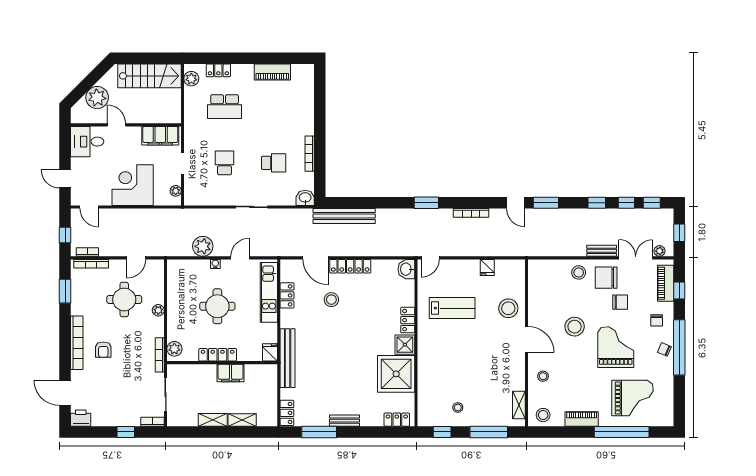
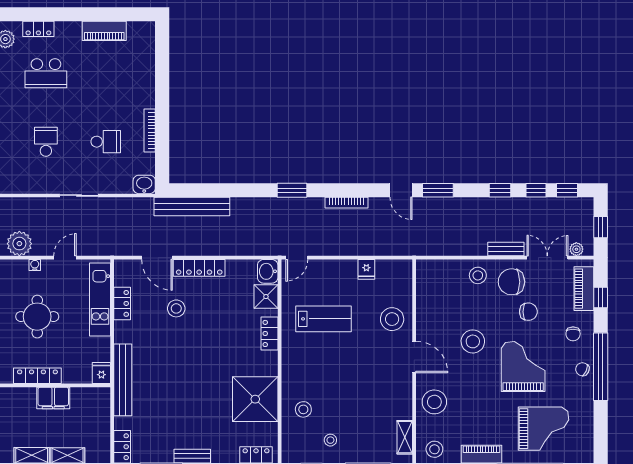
shower: (405, 345) -> (266, 297), moved
stool: (543, 376) -> (434, 402), width x1.89, depth x1.89
stool: (436, 382) -> (303, 409), added

